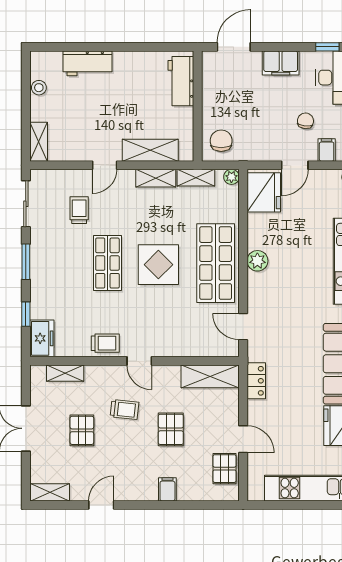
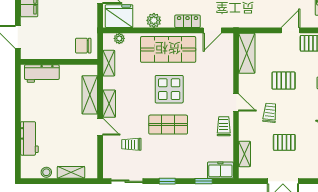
shelving: (39, 142) -> (71, 172), moved
plant: (231, 177) -> (119, 38), moved
shelving: (156, 178) -> (109, 104), moved
plant: (257, 261) -> (154, 20), moved
window: (26, 262) -> (167, 181), width x0.67
door: (139, 361) -> (236, 103), hinge flipped
locker: (256, 381) -> (187, 21), moved

